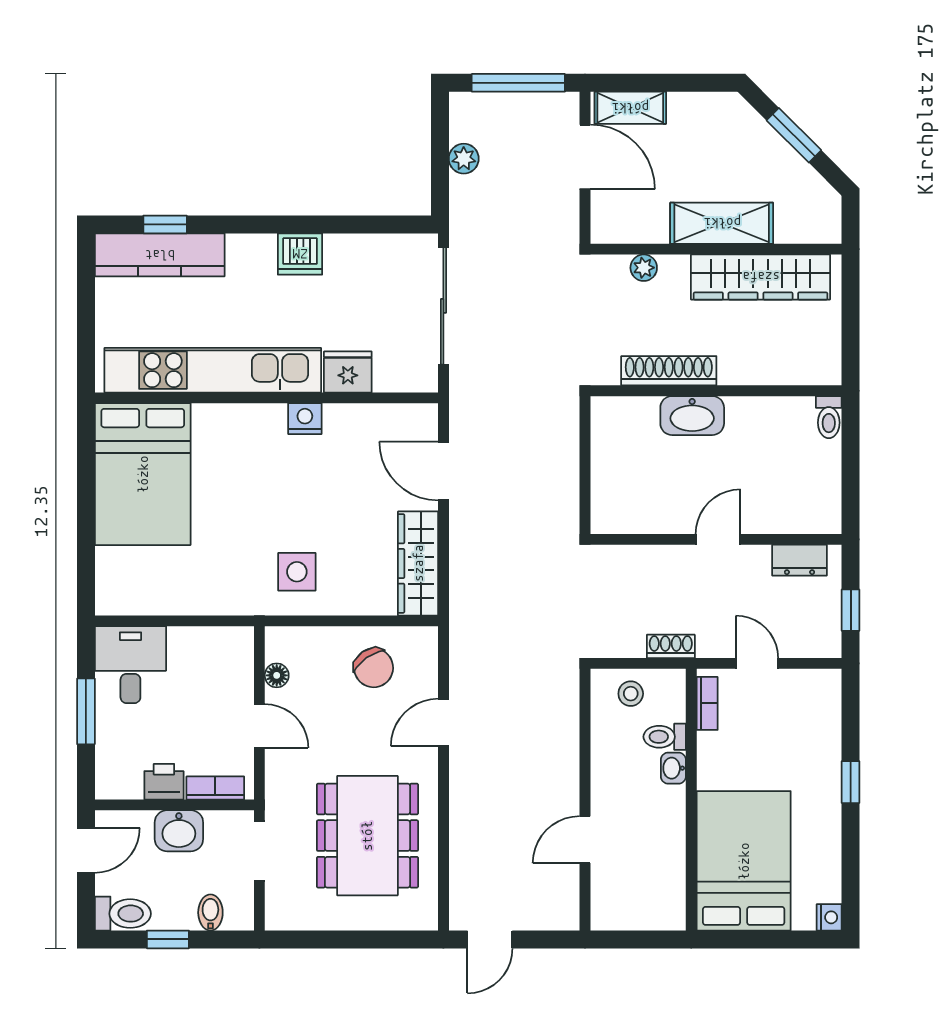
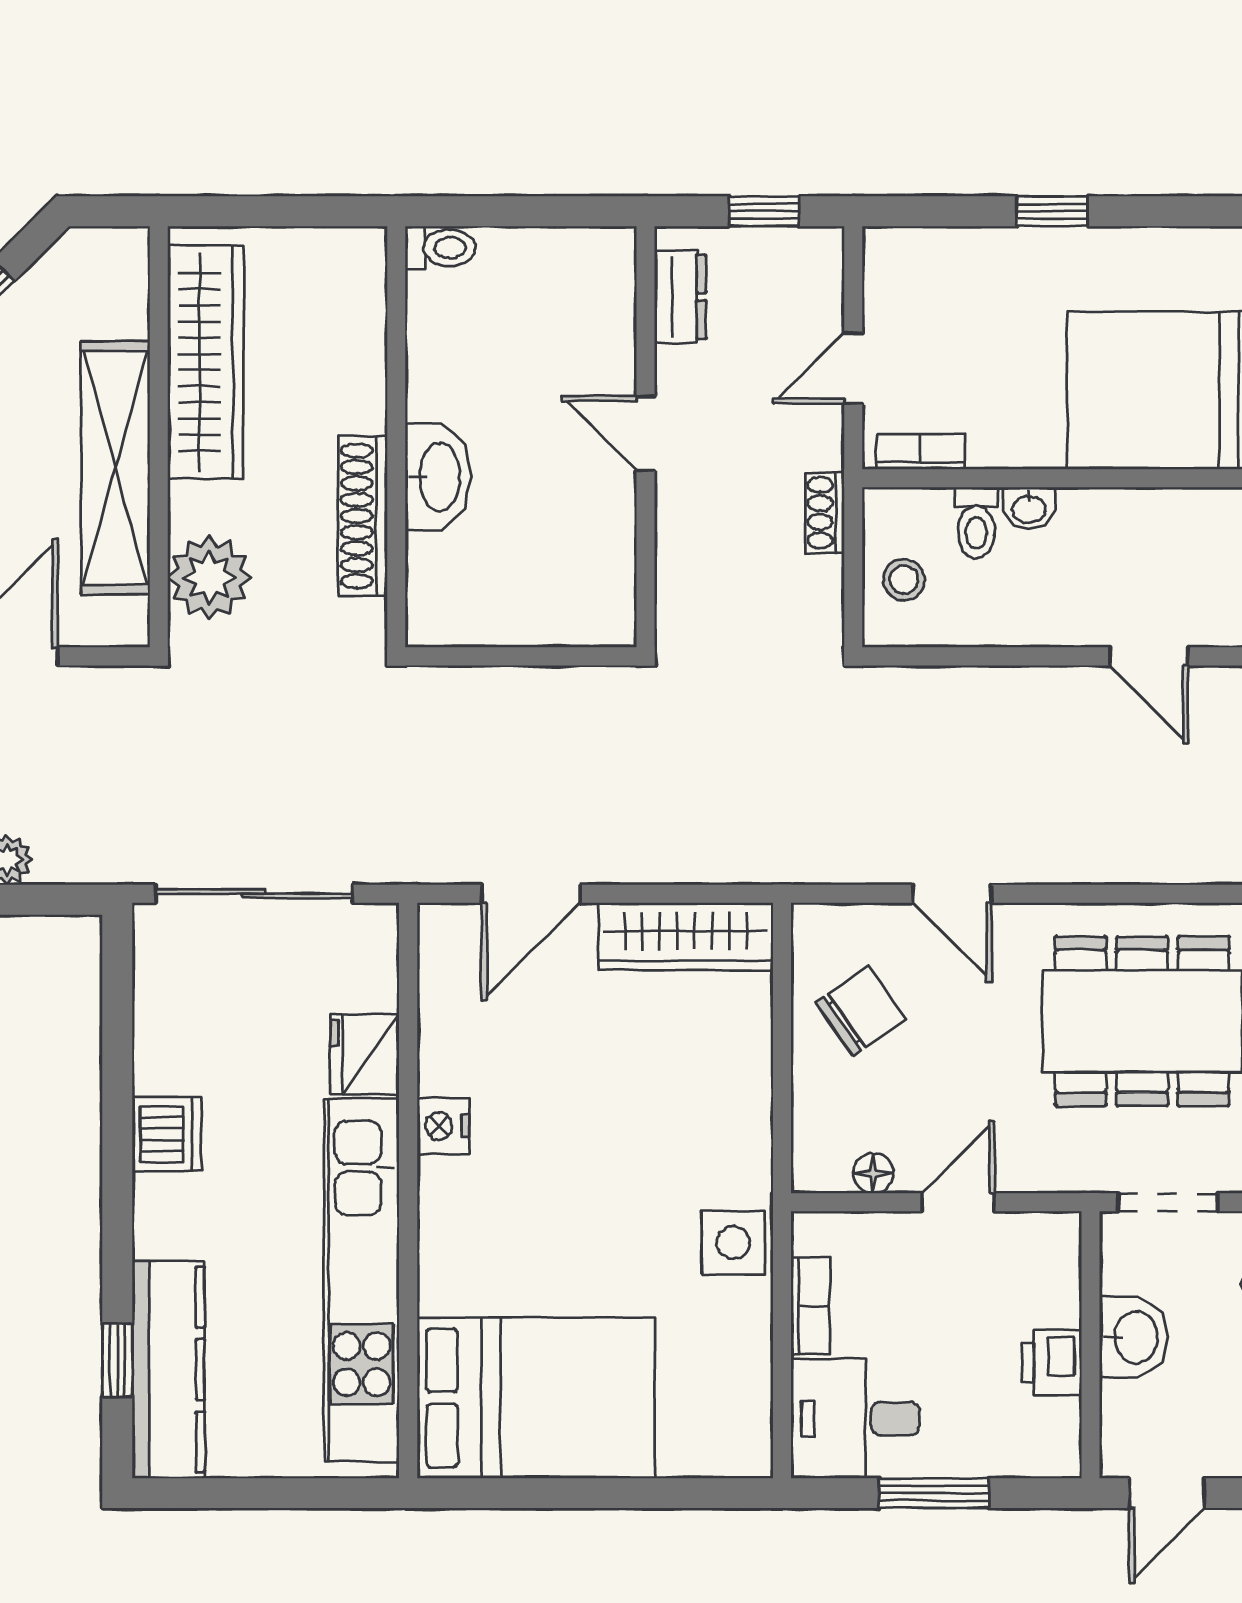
shelving: (722, 223) -> (115, 468), width x1.47
plant: (644, 268) -> (209, 577), width x1.88, depth x1.88
side table: (297, 572) -> (733, 1243), moved
bookcase: (215, 788) -> (810, 1306), moved, turned 180
door: (86, 850) -> (1167, 1493), swing flipped

